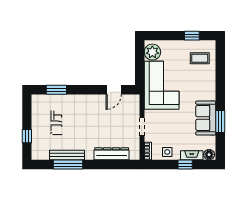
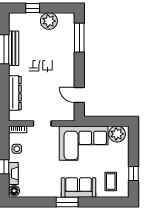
window: (56, 90) -> (79, 38), width x1.44
sofa: (206, 118) -> (79, 188), moved
plant: (40, 120) -> (49, 21), added
window: (220, 121) -> (67, 202), moved

